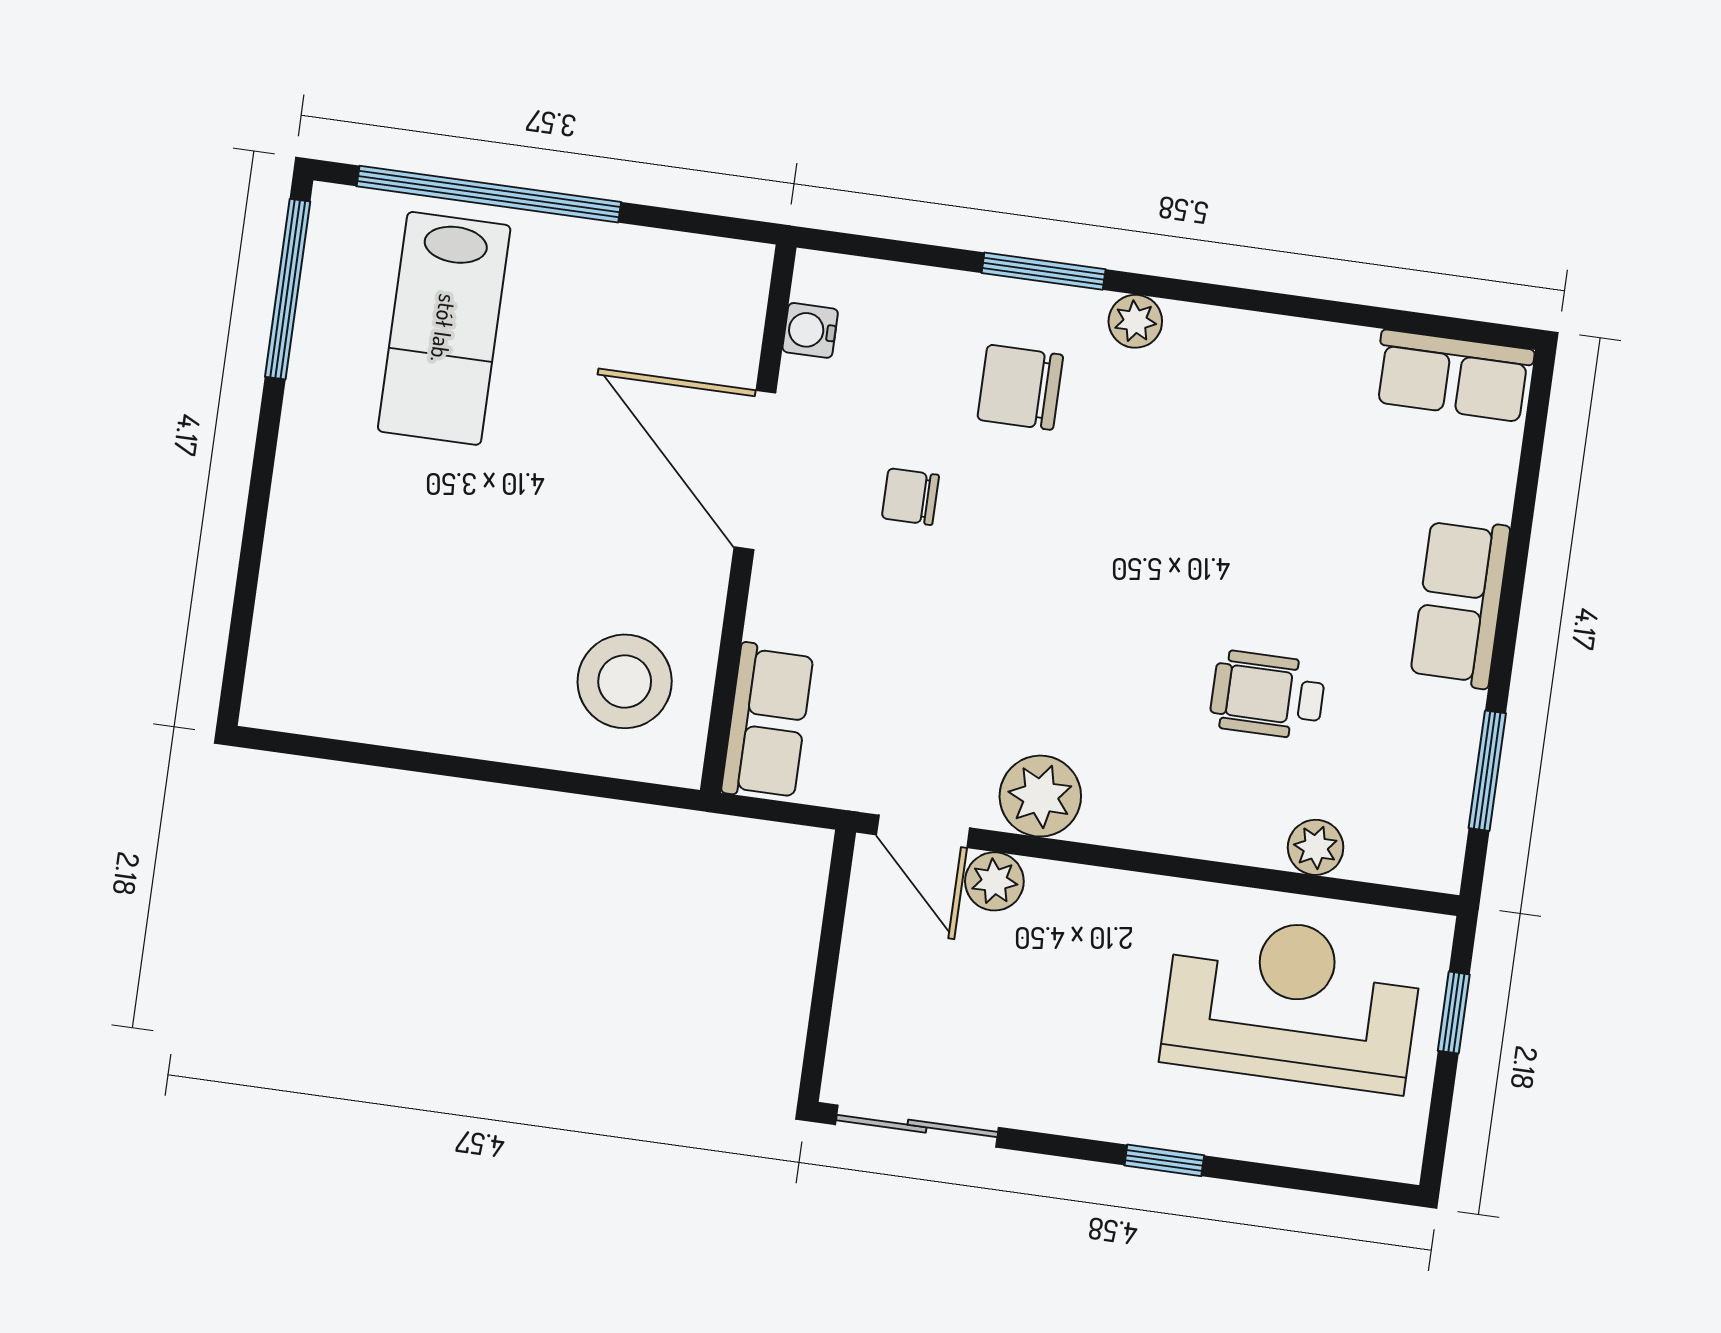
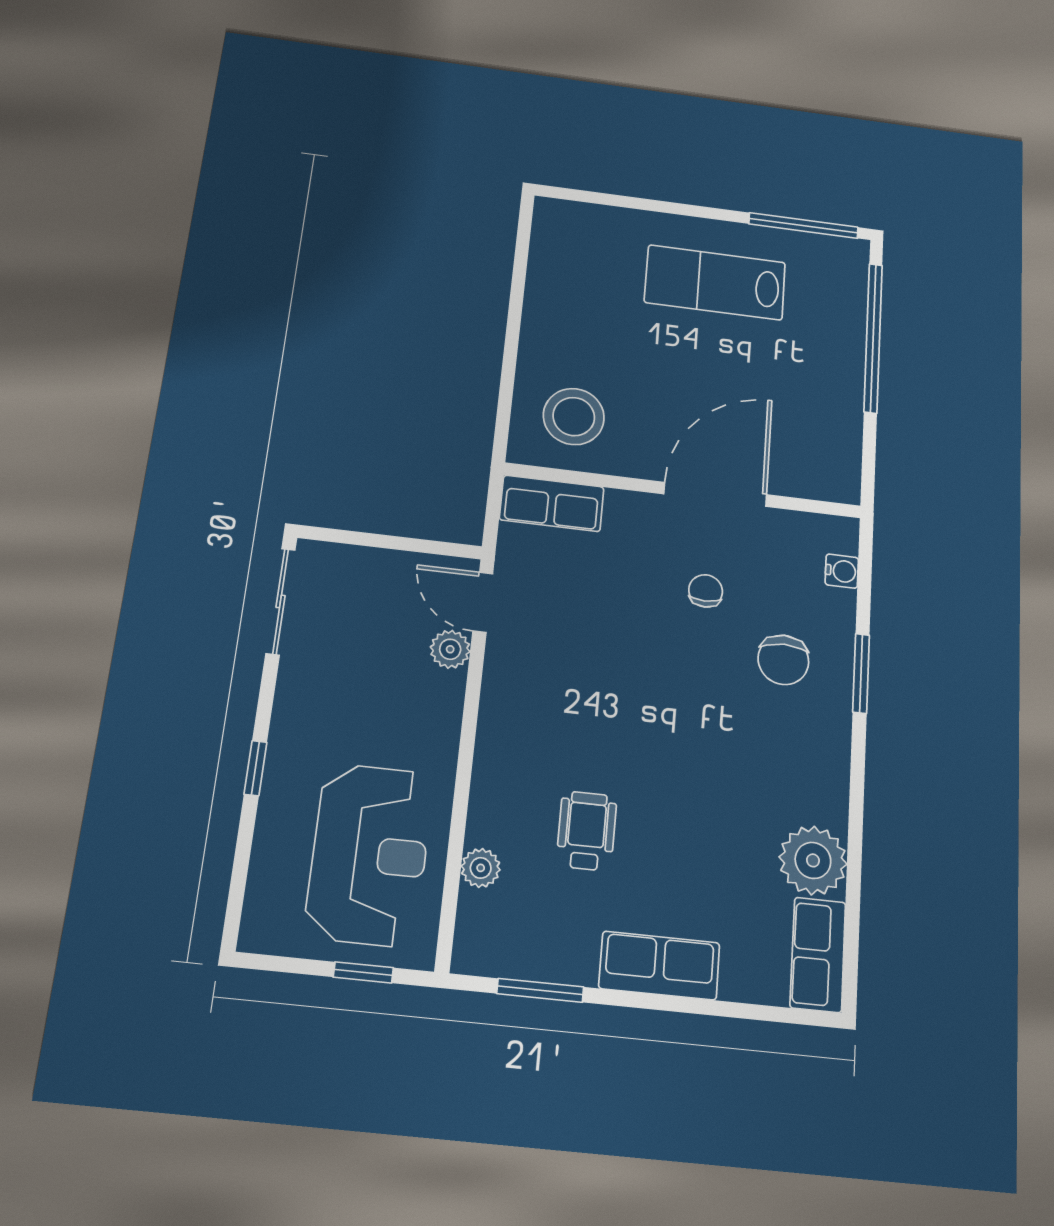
plant: (1135, 321) -> (813, 860), moved, width x1.87, depth x1.87
lab bench: (444, 328) -> (715, 282), moved
water cooler: (810, 330) -> (842, 571), moved, turned 90
chair: (1020, 387) -> (783, 660), turned 180
plant: (1040, 796) -> (510, 678), removed
door: (923, 831) -> (483, 602), hinge flipped

